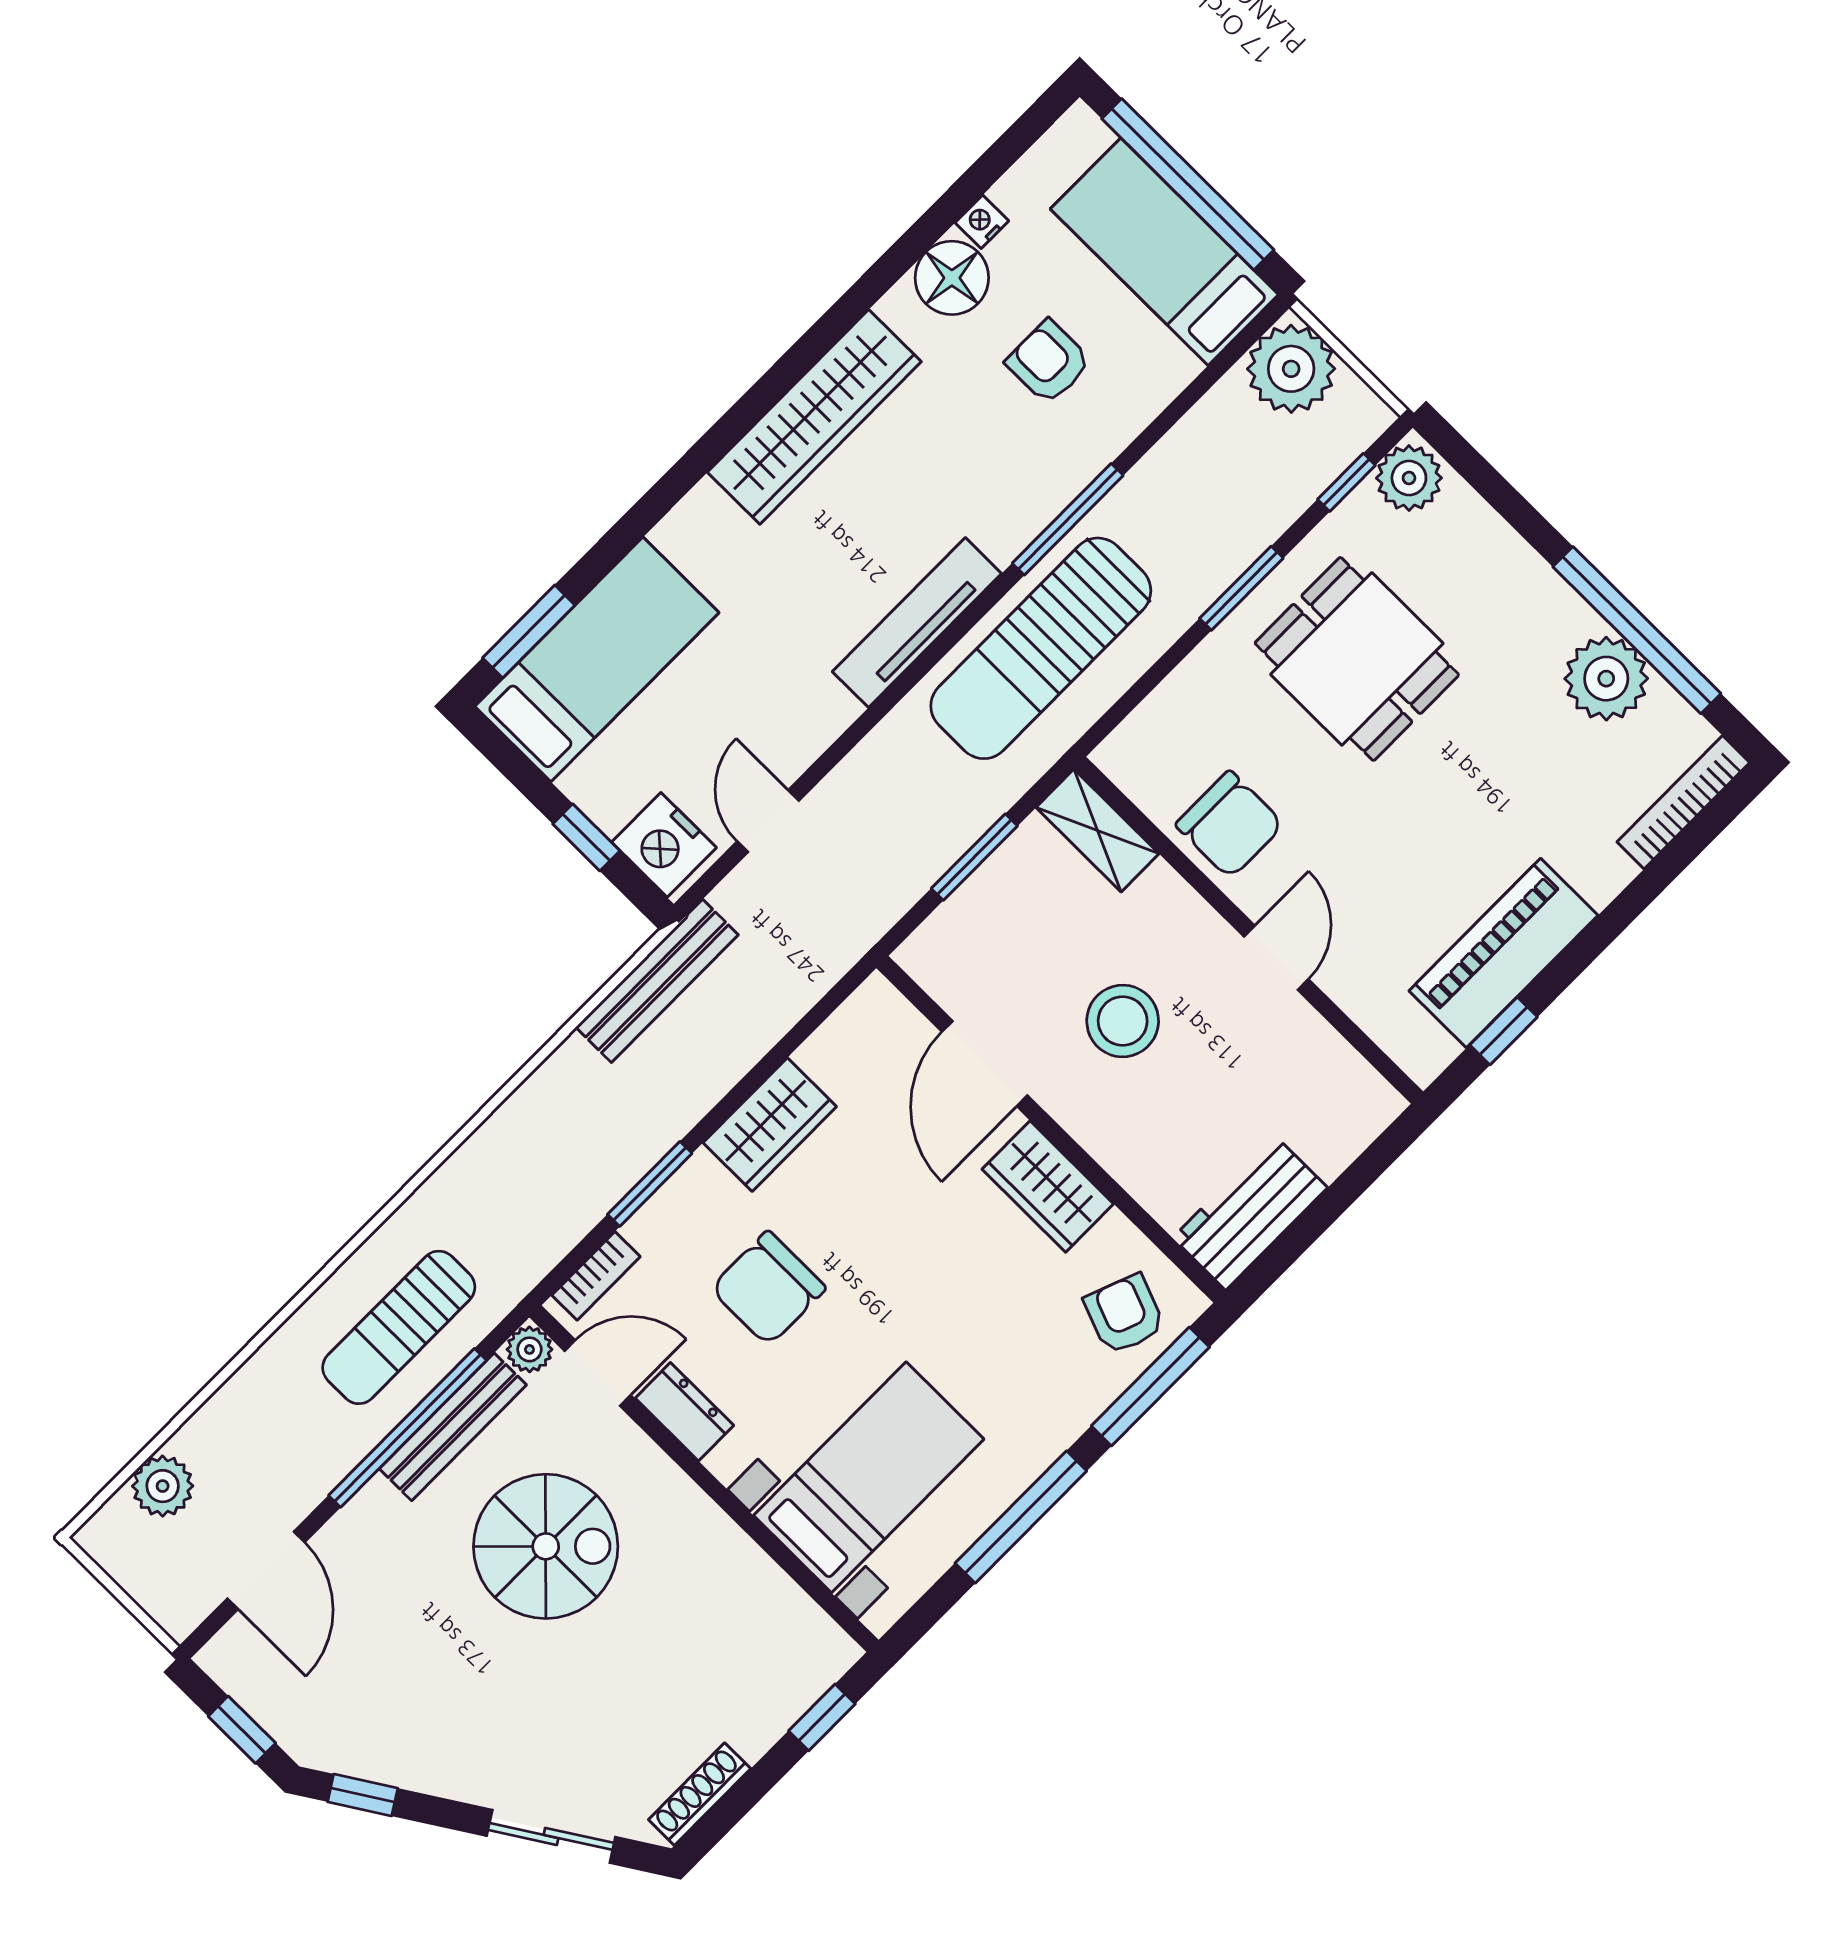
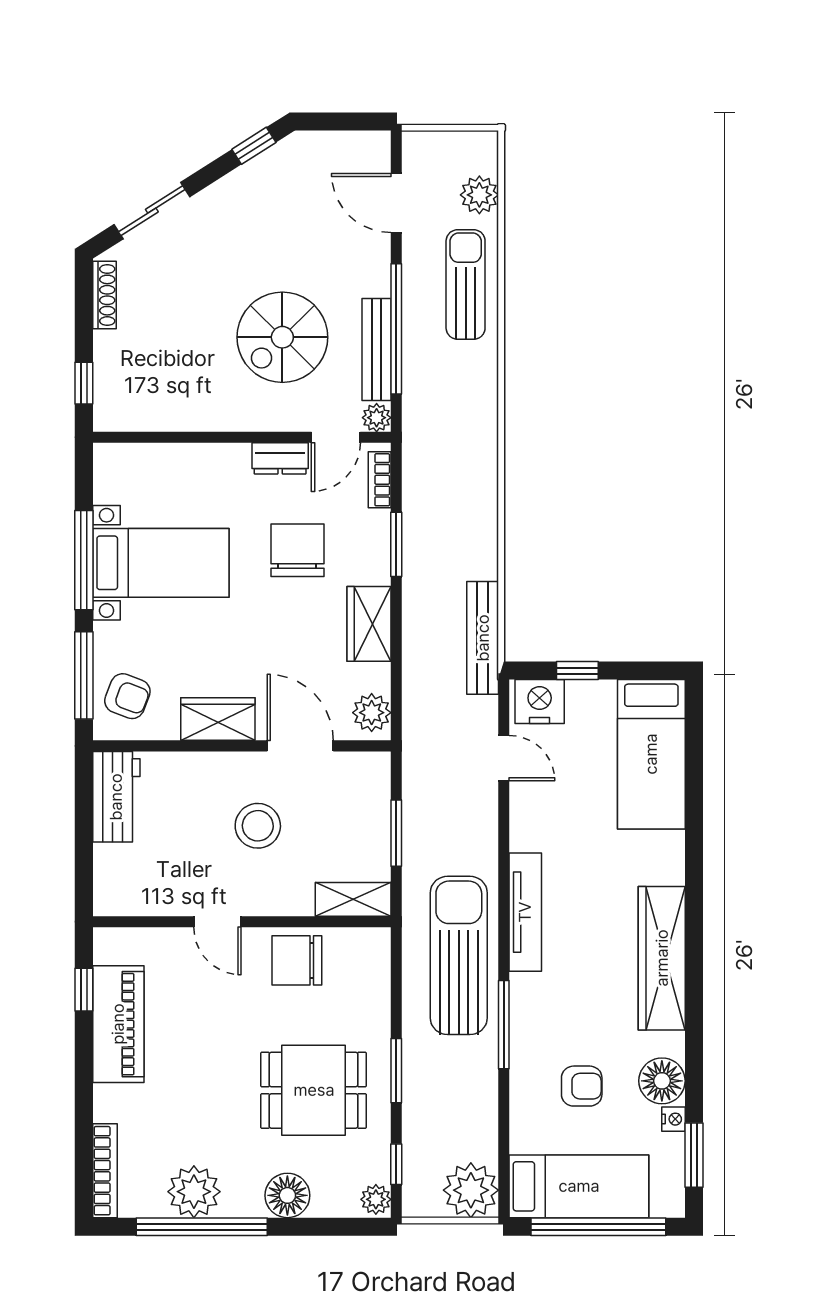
plant: (1409, 478) -> (376, 1199), width x0.73, depth x0.73
floor lamp: (1505, 569) -> (287, 1195), added
window: (529, 631) -> (694, 1155), moved
plant: (866, 1021) -> (372, 713), added
sun lounger: (399, 1327) -> (466, 284), moved
bed with nightstands: (869, 1477) -> (161, 563), moved, turned -90
window: (242, 1730) -> (336, 122), removed

